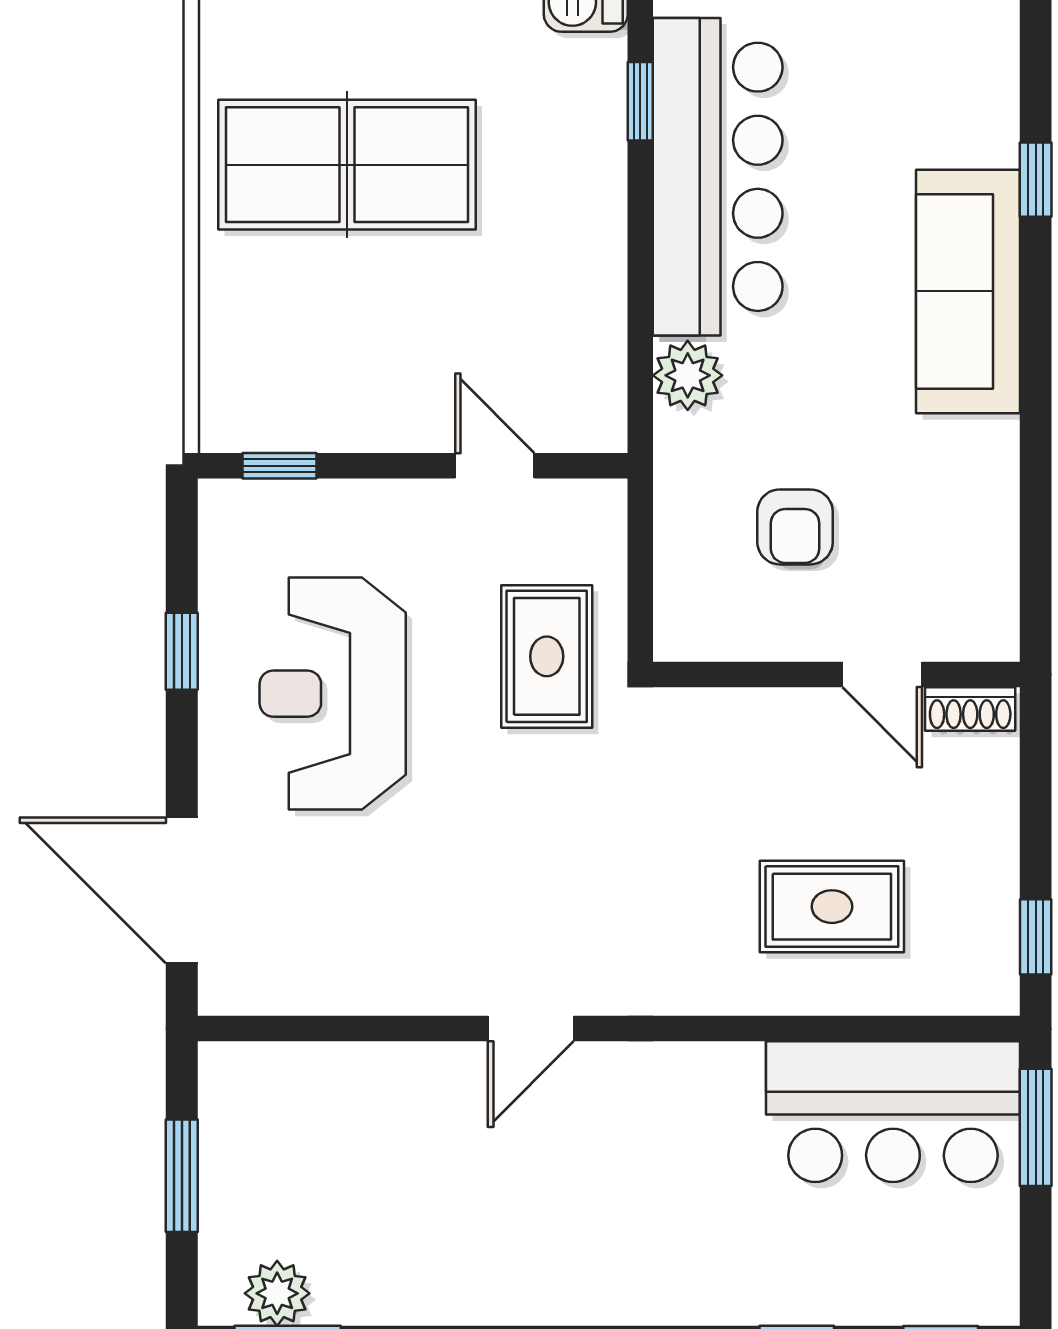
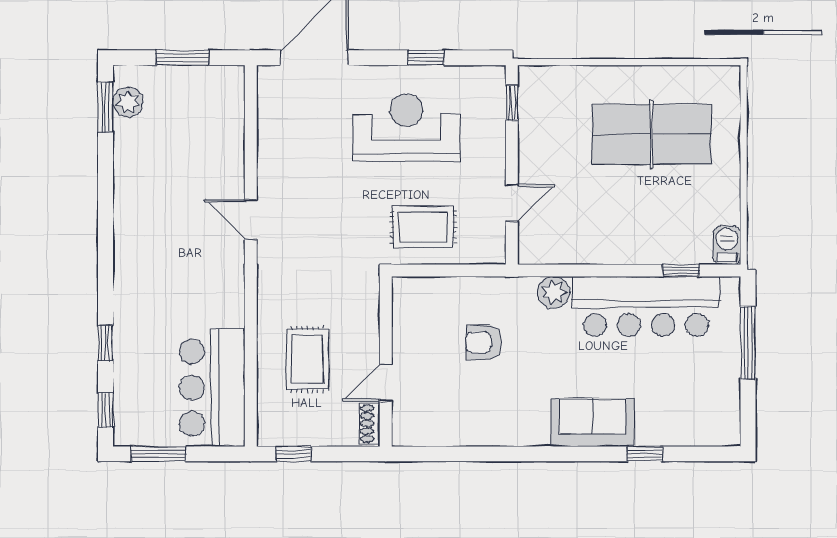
table tennis table: (347, 165) -> (652, 134), turned 90
sofa: (968, 291) -> (593, 423), width x0.73
wall: (836, 674) -> (386, 361), moved
door: (882, 674) -> (386, 383), moved
shoe rack: (970, 709) -> (370, 424), moved
window: (1036, 1127) -> (158, 454), moved

